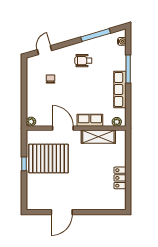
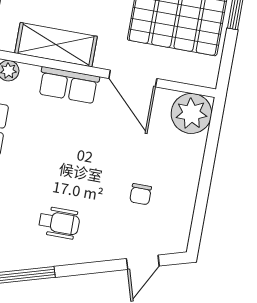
plant: (31, 122) -> (191, 113), width x1.88, depth x1.88

